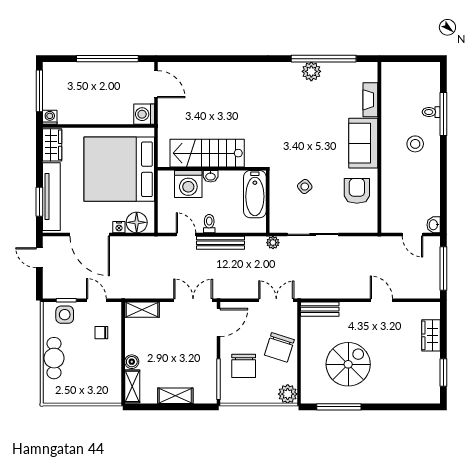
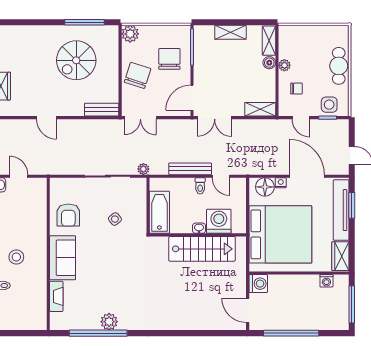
washing machine: (50, 117) -> (326, 281), moved
plant: (115, 359) -> (284, 65), added

